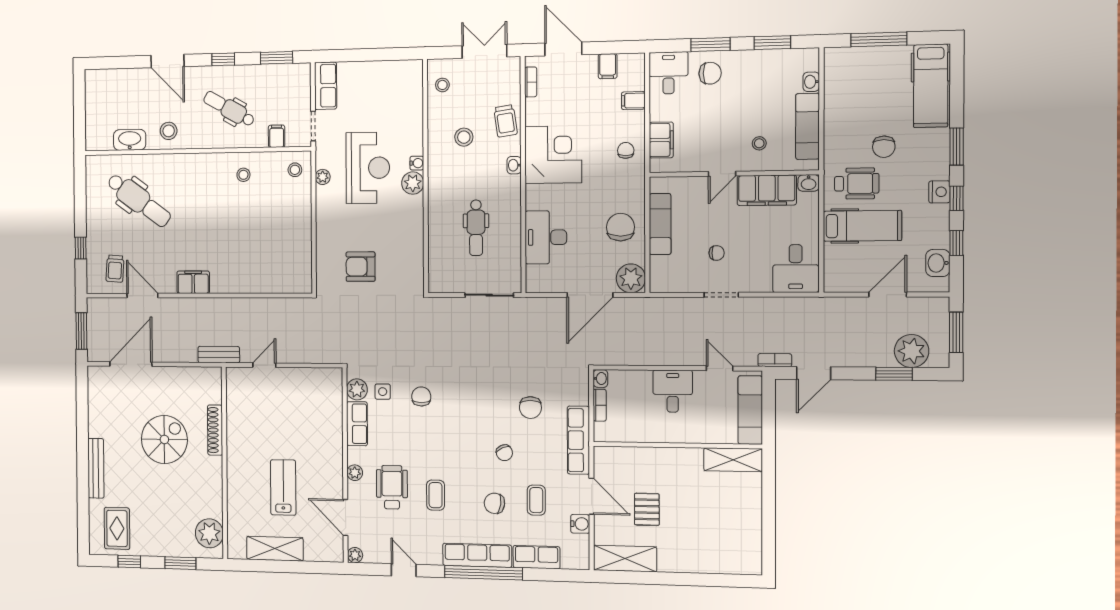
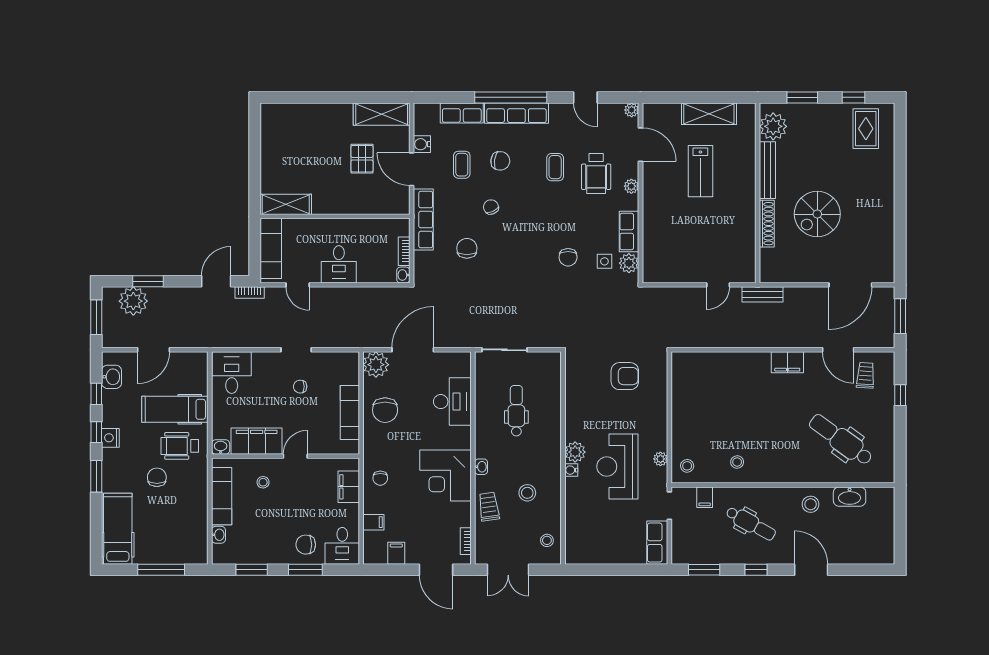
bench: (96, 468) -> (767, 170), moved

